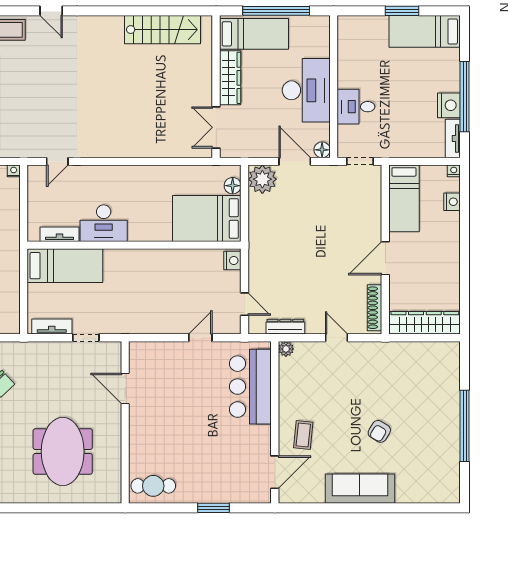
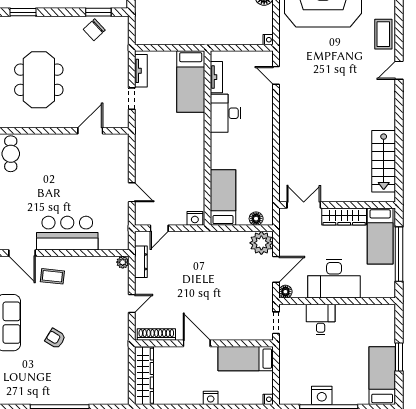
tv unit: (453, 138) -> (295, 398), removed
nightstand: (452, 202) -> (211, 398), moved
bed: (207, 218) -> (223, 198), width x0.67
bar counter: (250, 387) -> (67, 233), moved
meeting table: (63, 451) -> (39, 80), turned 90

